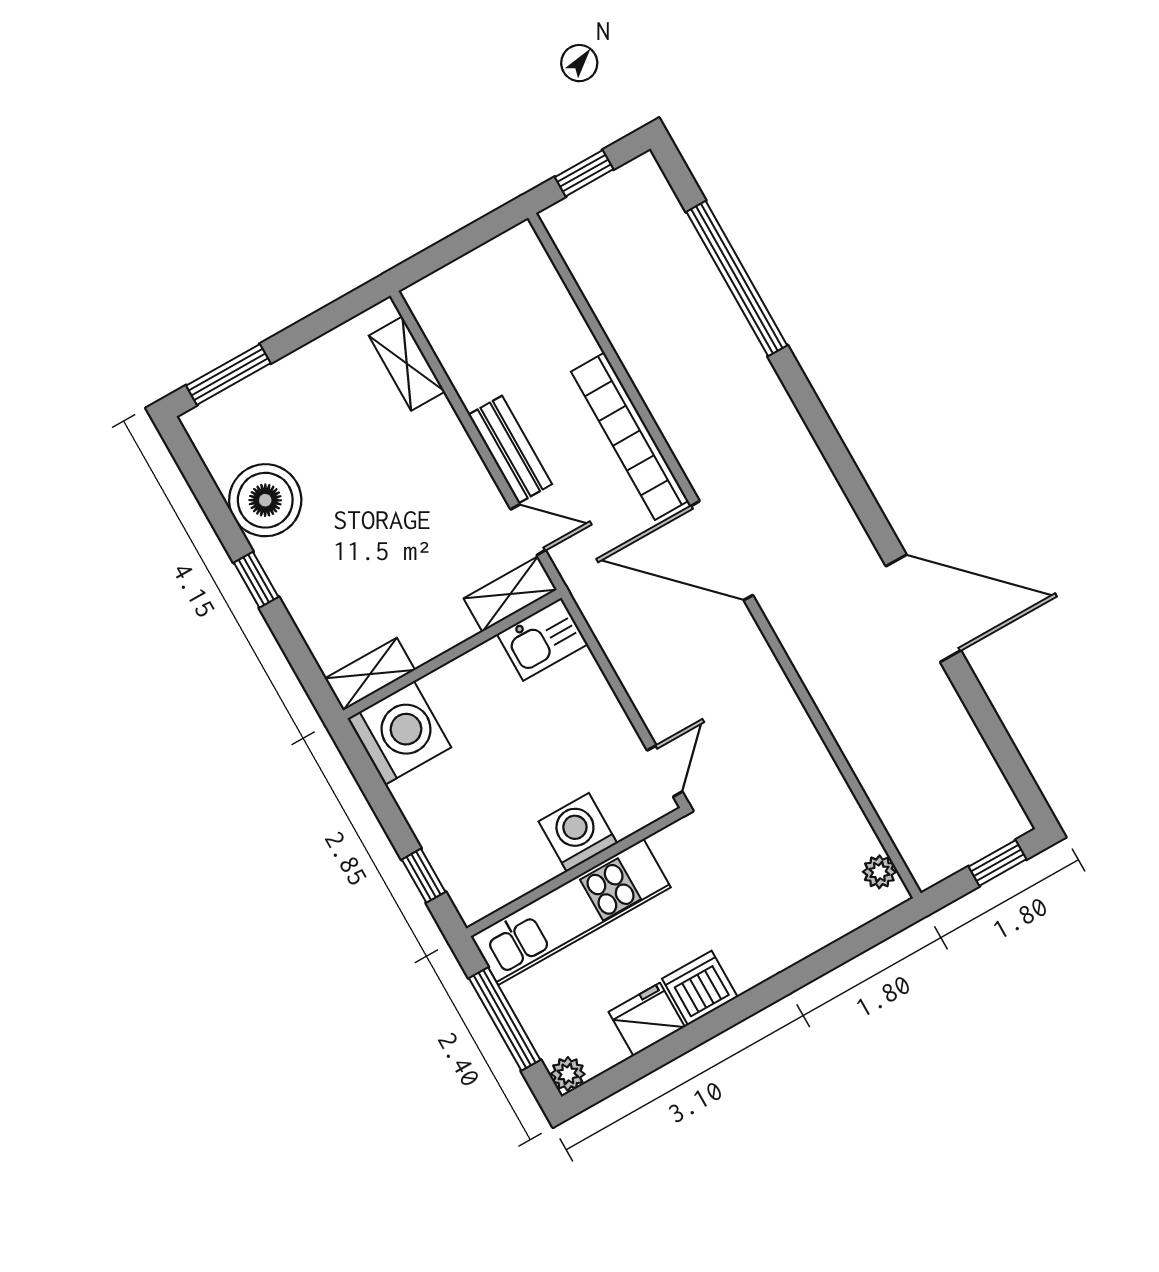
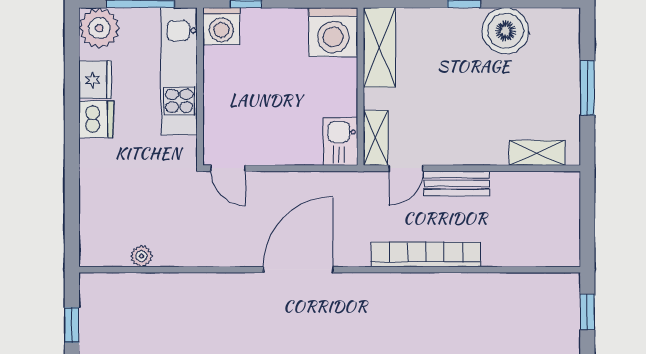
window: (228, 374) -> (587, 88), moved
door: (722, 551) -> (298, 270), moved
shelving: (370, 674) -> (379, 48), width x1.50, depth x1.33
washing machine: (578, 832) -> (221, 26), moved, turned 90
plant: (879, 872) -> (141, 256), moved
plant: (568, 1074) -> (99, 28), width x1.88, depth x1.88

